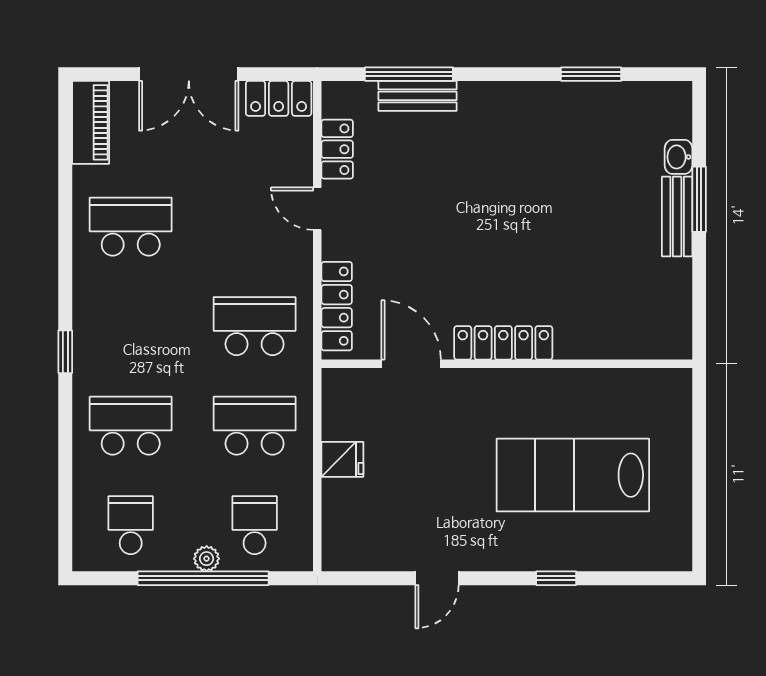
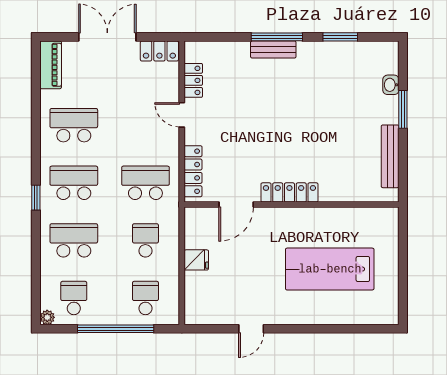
double door: (189, 74) -> (107, 37), swing flipped
window: (409, 74) -> (277, 37), moved
bench: (418, 96) -> (273, 50), moved
bench: (677, 217) -> (390, 156), moved, width x1.36
school desk: (131, 326) -> (74, 183), added
door: (411, 364) -> (236, 205), swing flipped
school desk: (255, 426) -> (145, 240), width x0.54
plant: (207, 559) -> (47, 317), moved
window: (556, 578) -> (320, 329), removed

